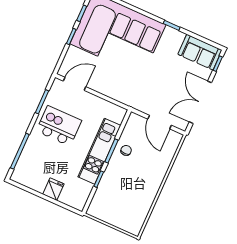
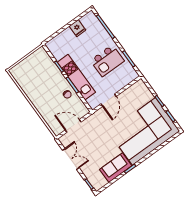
sofa: (200, 52) -> (116, 168), moved
door: (75, 84) -> (109, 100), moved
double door: (200, 102) -> (71, 159), width x0.73
fridge: (53, 189) -> (78, 28), moved

